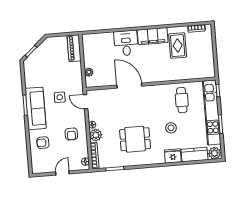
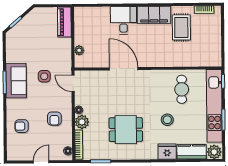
sofa: (36, 108) -> (16, 81), width x0.73

